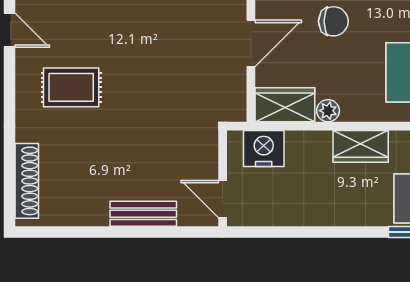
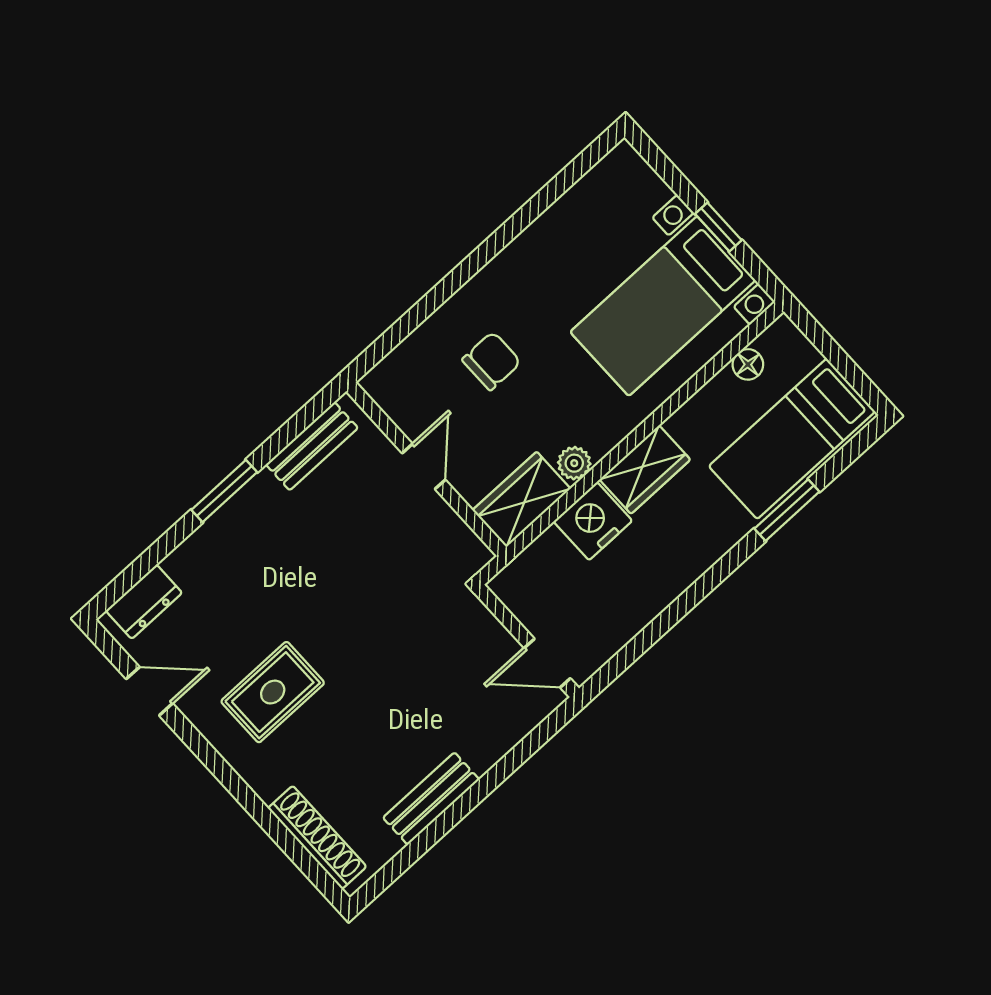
door: (251, 43) -> (424, 466), width x0.73
nightstand: (264, 148) -> (593, 521), moved
bench: (143, 214) -> (431, 799), moved

